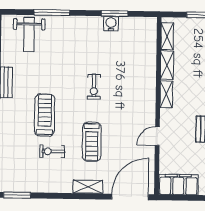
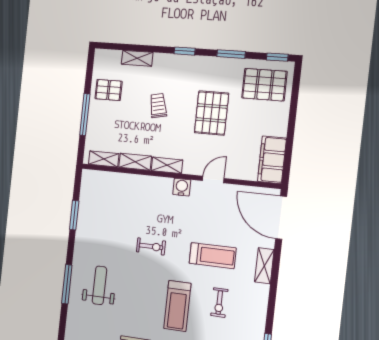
water cooler: (111, 24) -> (182, 187), moved, turned 90
weight bench: (29, 34) -> (99, 285), moved, turned -90
treadmill: (45, 115) -> (177, 306), turned -90
door: (157, 136) -> (213, 179), swing flipped

